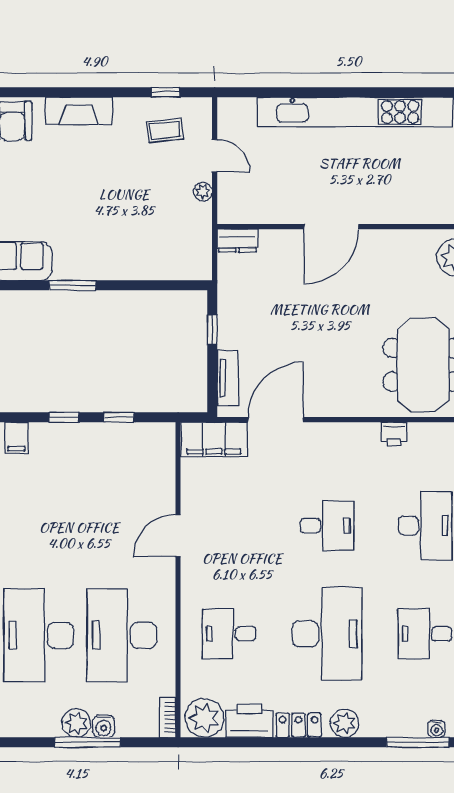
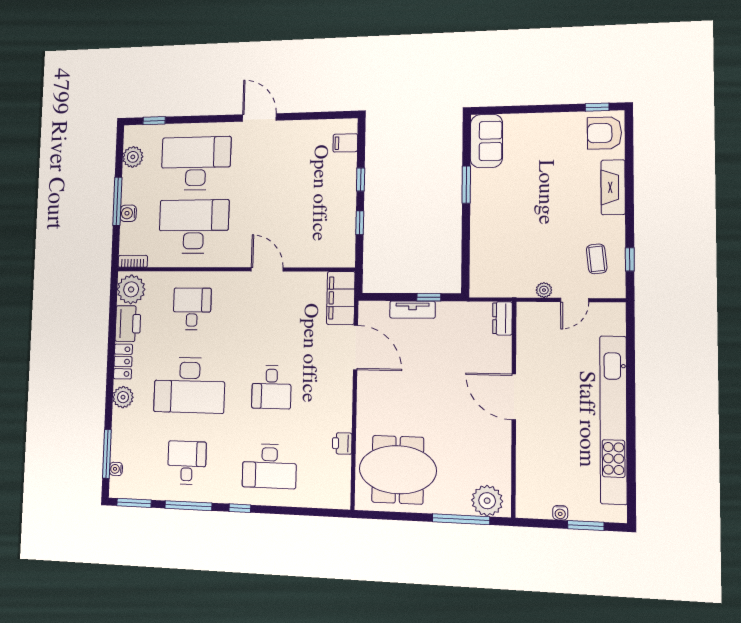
tv unit: (228, 378) -> (412, 310), moved
plant: (76, 723) -> (133, 157), moved

